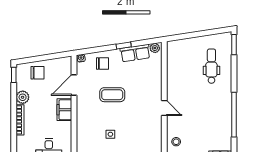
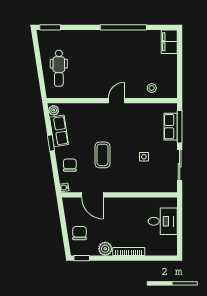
dental chair: (211, 66) -> (59, 68), moved, turned -90
filing cabinet: (64, 110) -> (118, 205), removed

